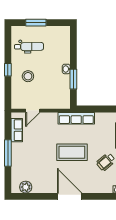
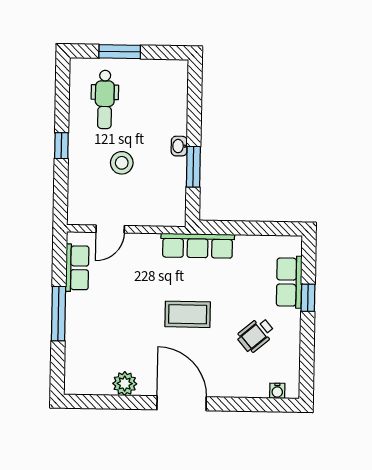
dental chair: (29, 47) -> (105, 99), turned 91
stool: (28, 76) -> (122, 163), moved
coffee table: (72, 152) -> (188, 314), width x0.73, depth x0.76
plant: (26, 187) -> (125, 384), moved

